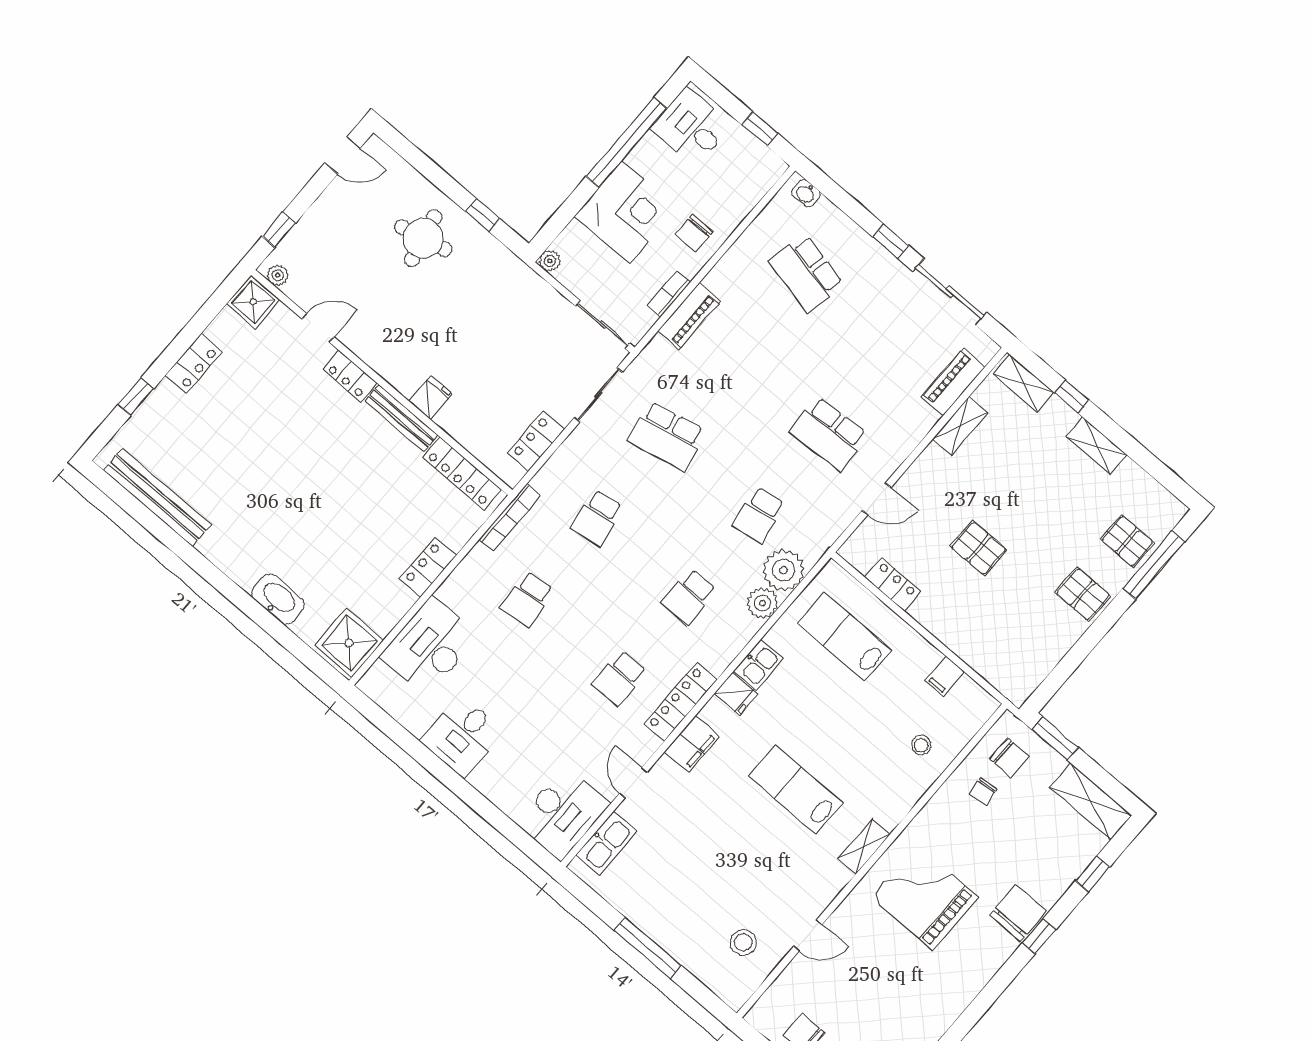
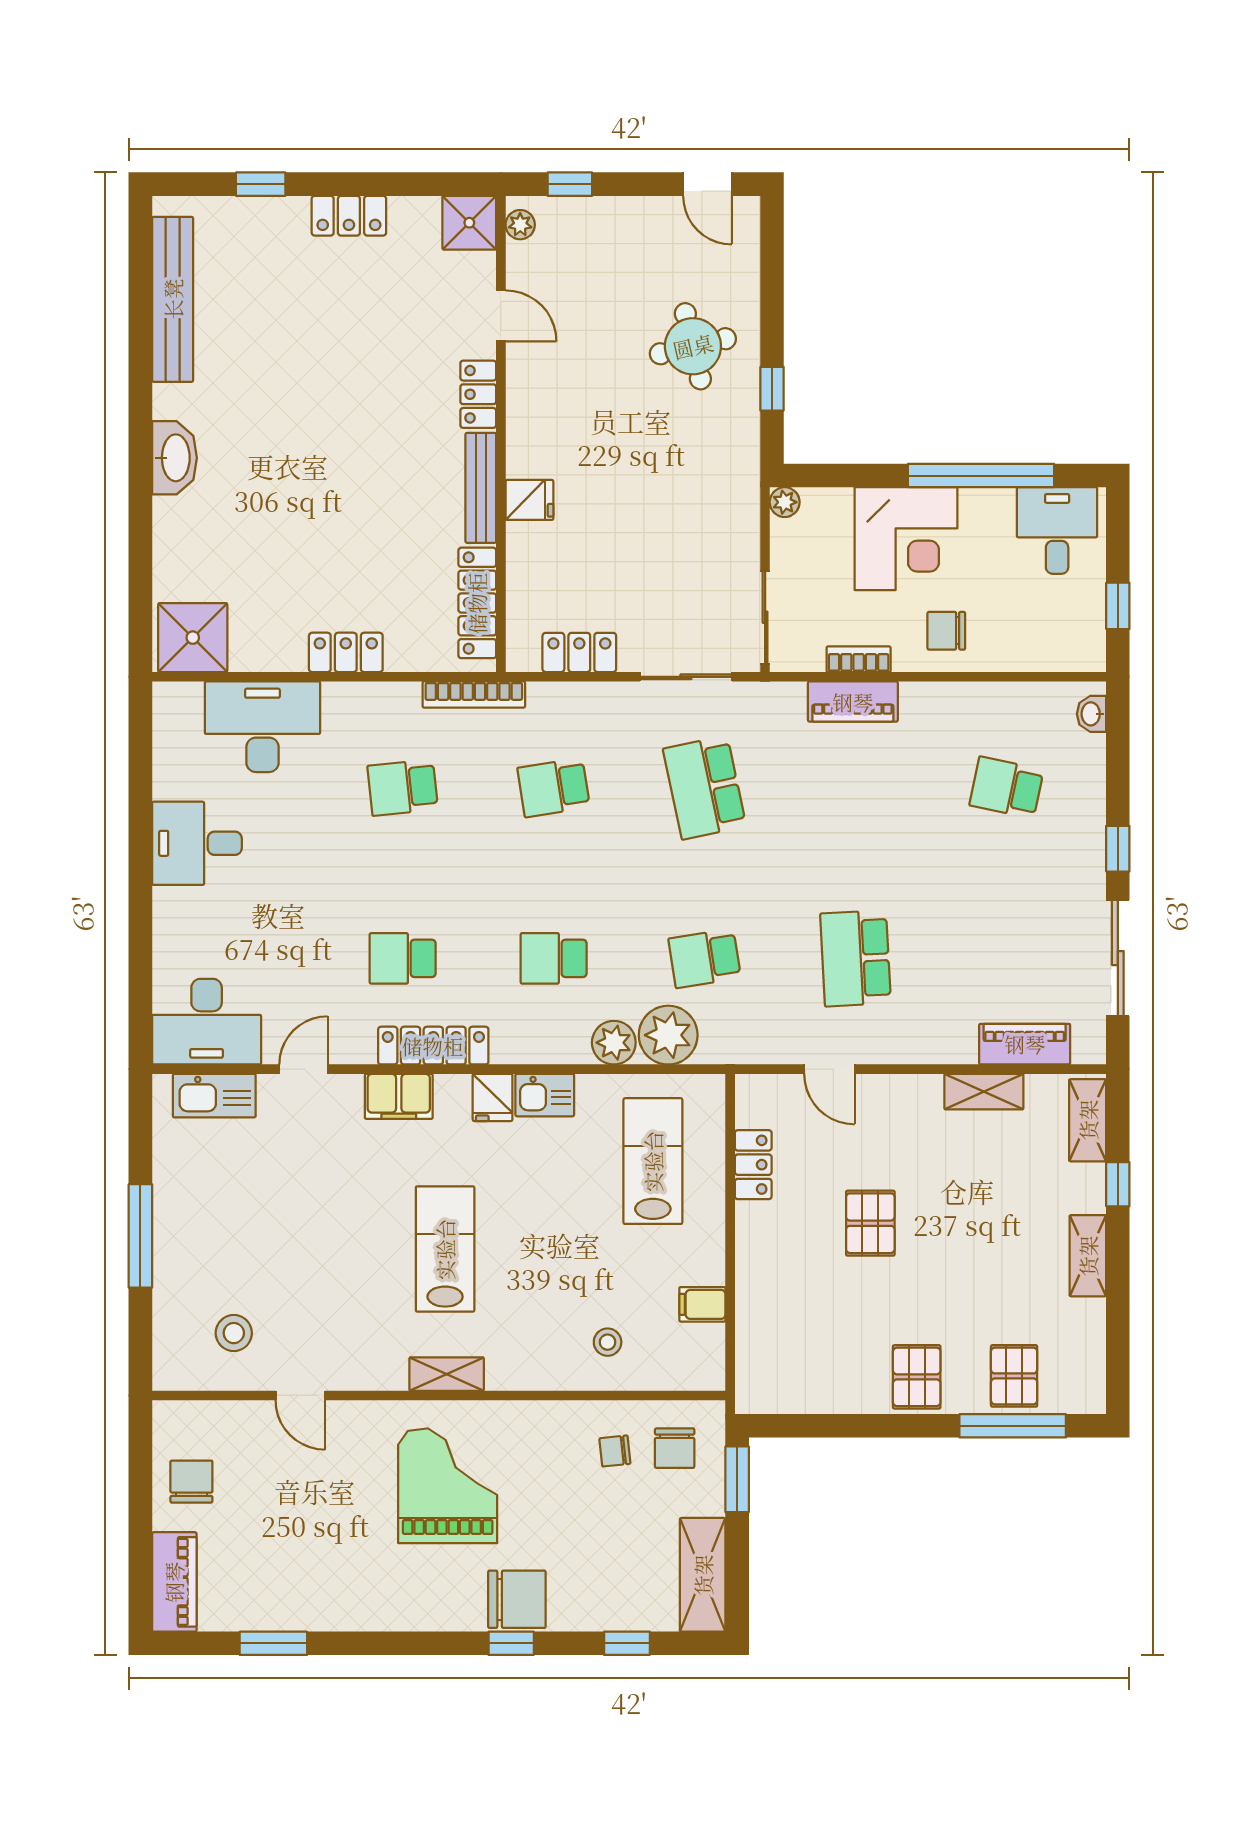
school desk: (806, 273) -> (1006, 788), width x0.54
washbasin: (278, 599) -> (174, 458), moved

